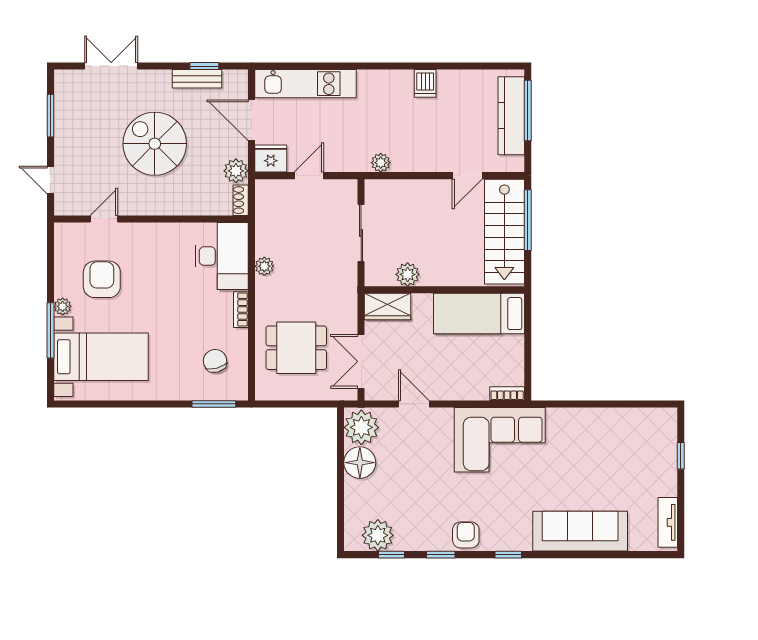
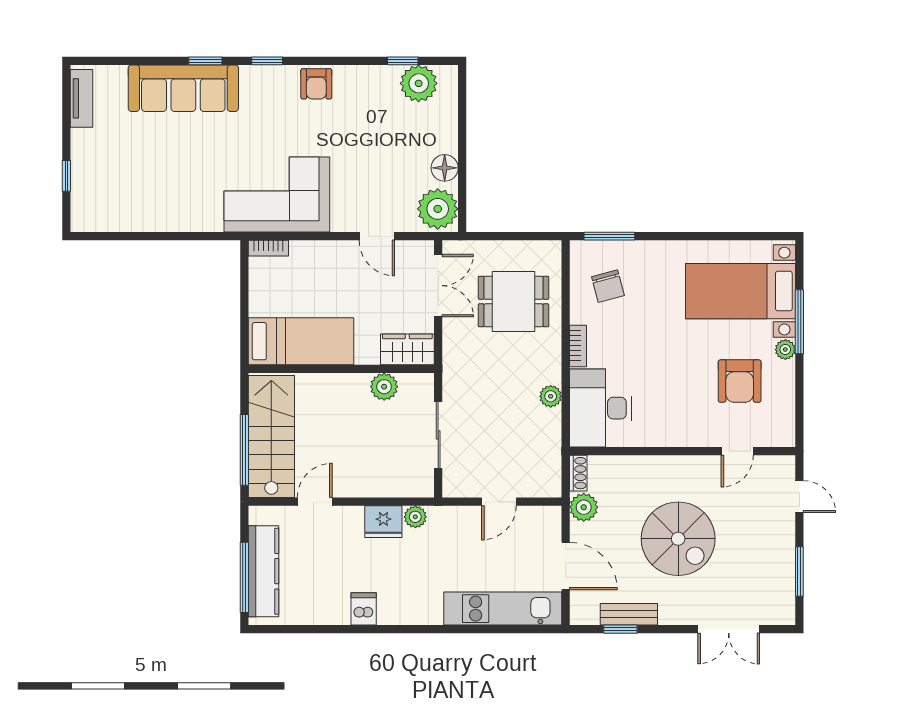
fridge: (271, 158) -> (383, 522), moved
floor lamp: (360, 463) -> (445, 168), width x0.73, depth x0.73
window: (441, 555) -> (205, 61), moved

